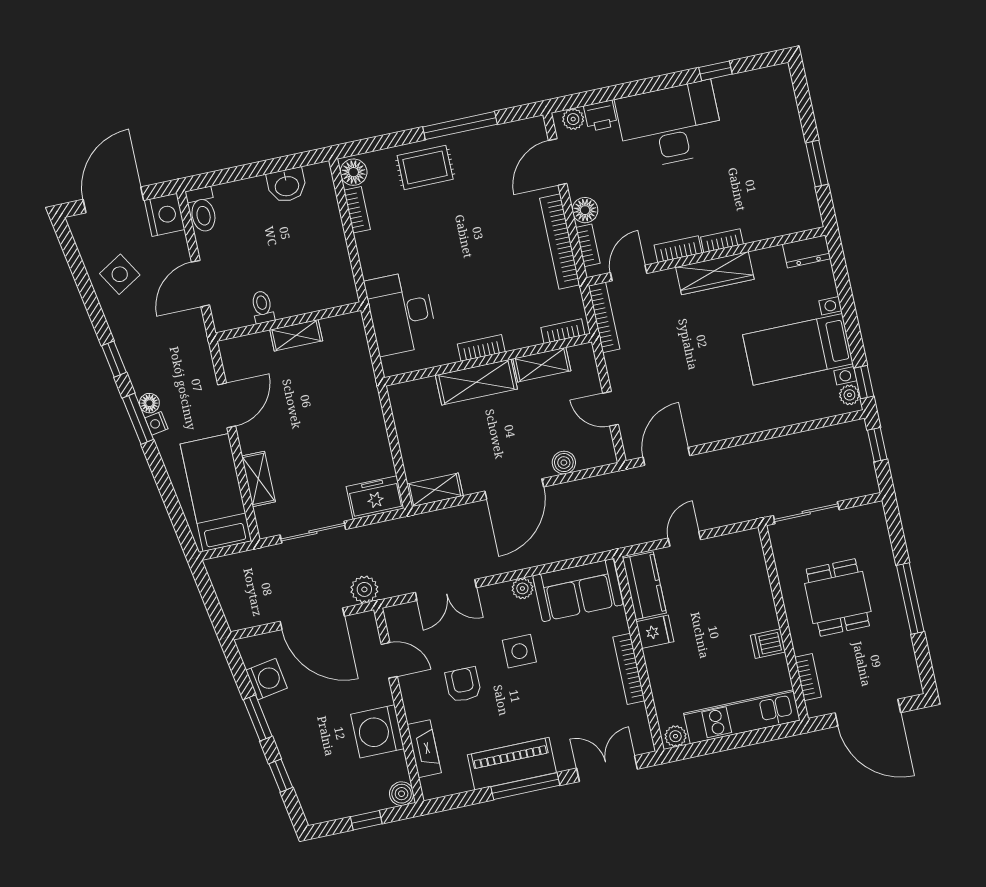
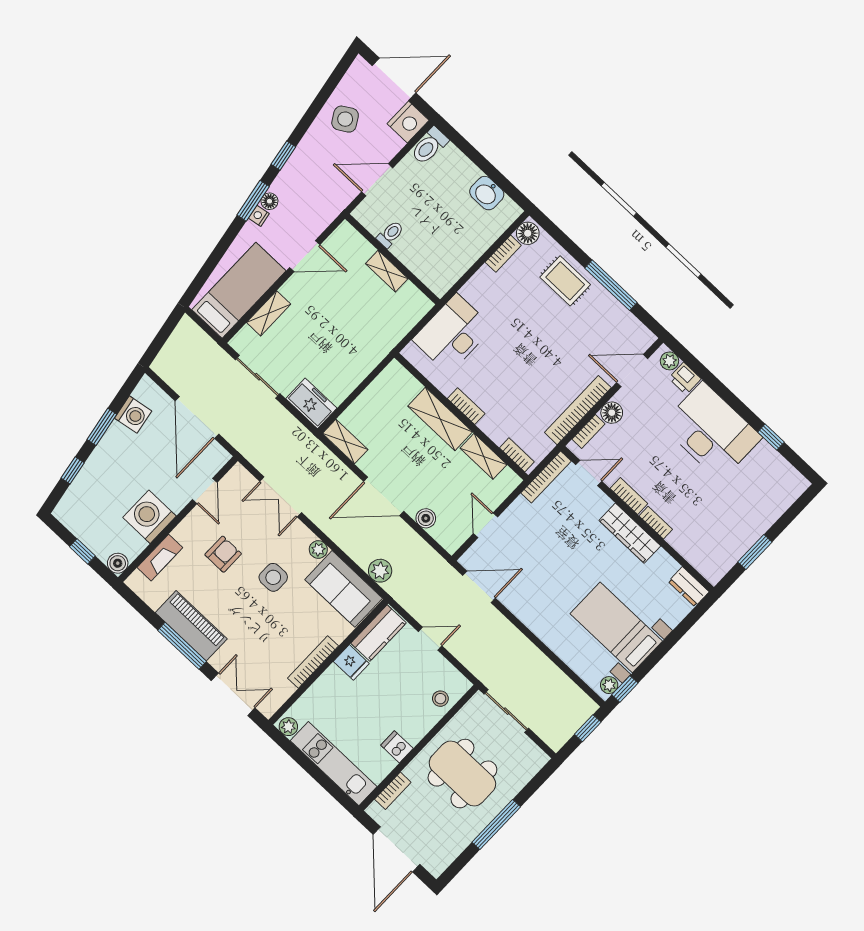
stool: (750, 569) -> (440, 699), added
plant: (364, 589) -> (380, 571), moved
dining table: (838, 597) -> (462, 774), width x1.38

